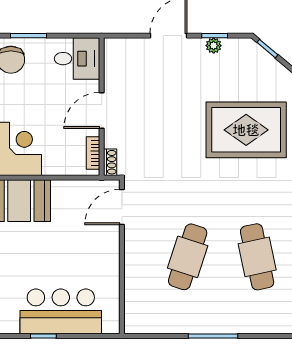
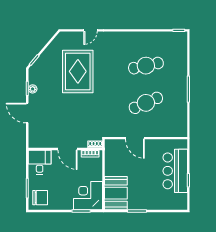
door: (122, 207) -> (135, 138), moved
cafe table: (188, 257) -> (146, 103), turned -42

